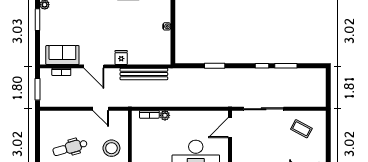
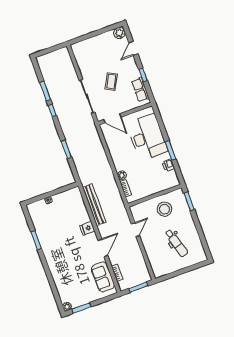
coffee table: (301, 129) -> (111, 82), moved

